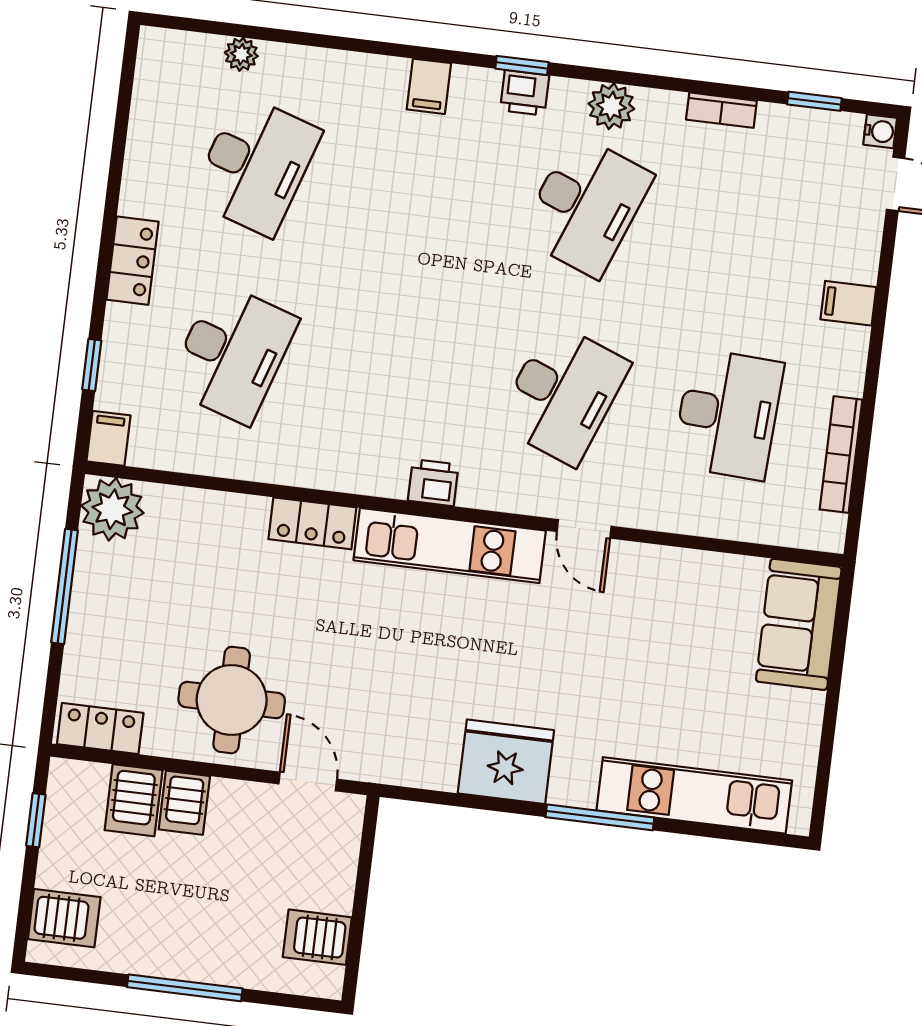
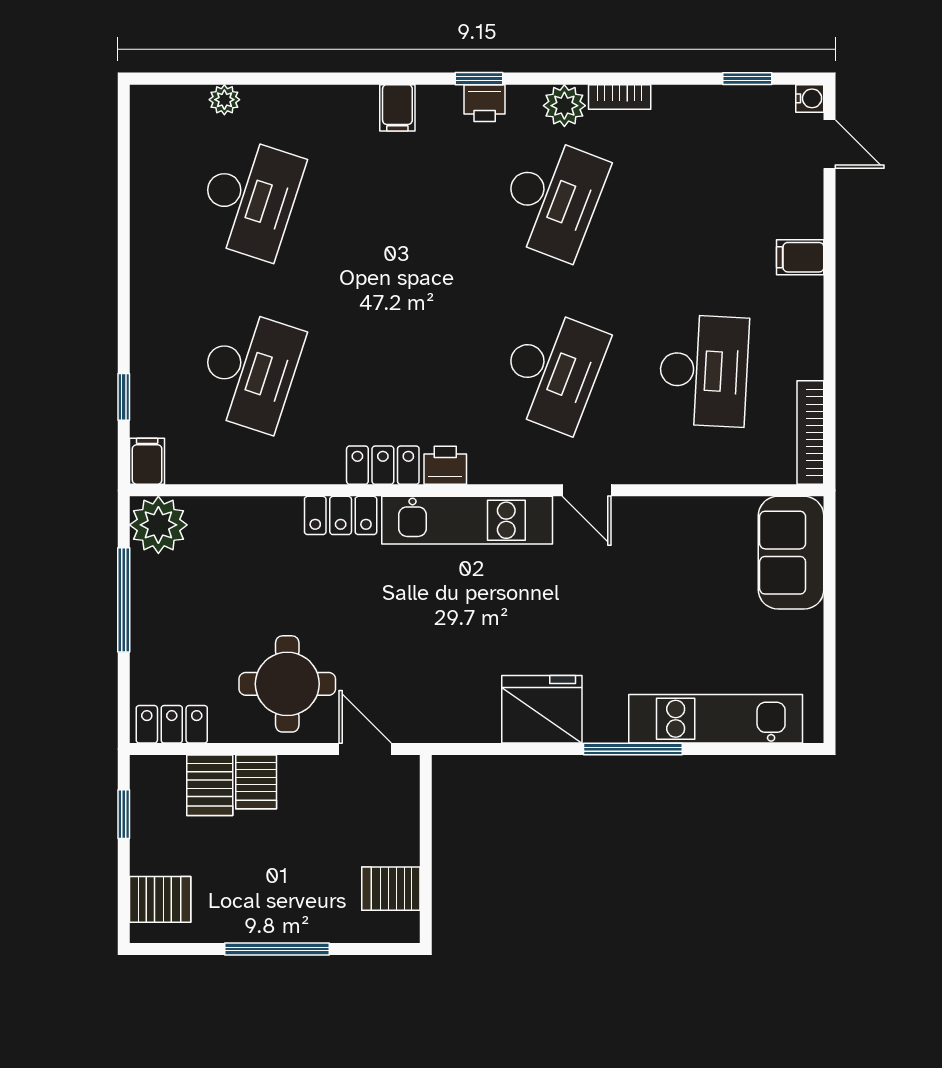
bookcase: (721, 110) -> (620, 97), moved
locker: (132, 261) -> (383, 465), moved, turned -90
bookcase: (841, 455) -> (810, 433), moved

